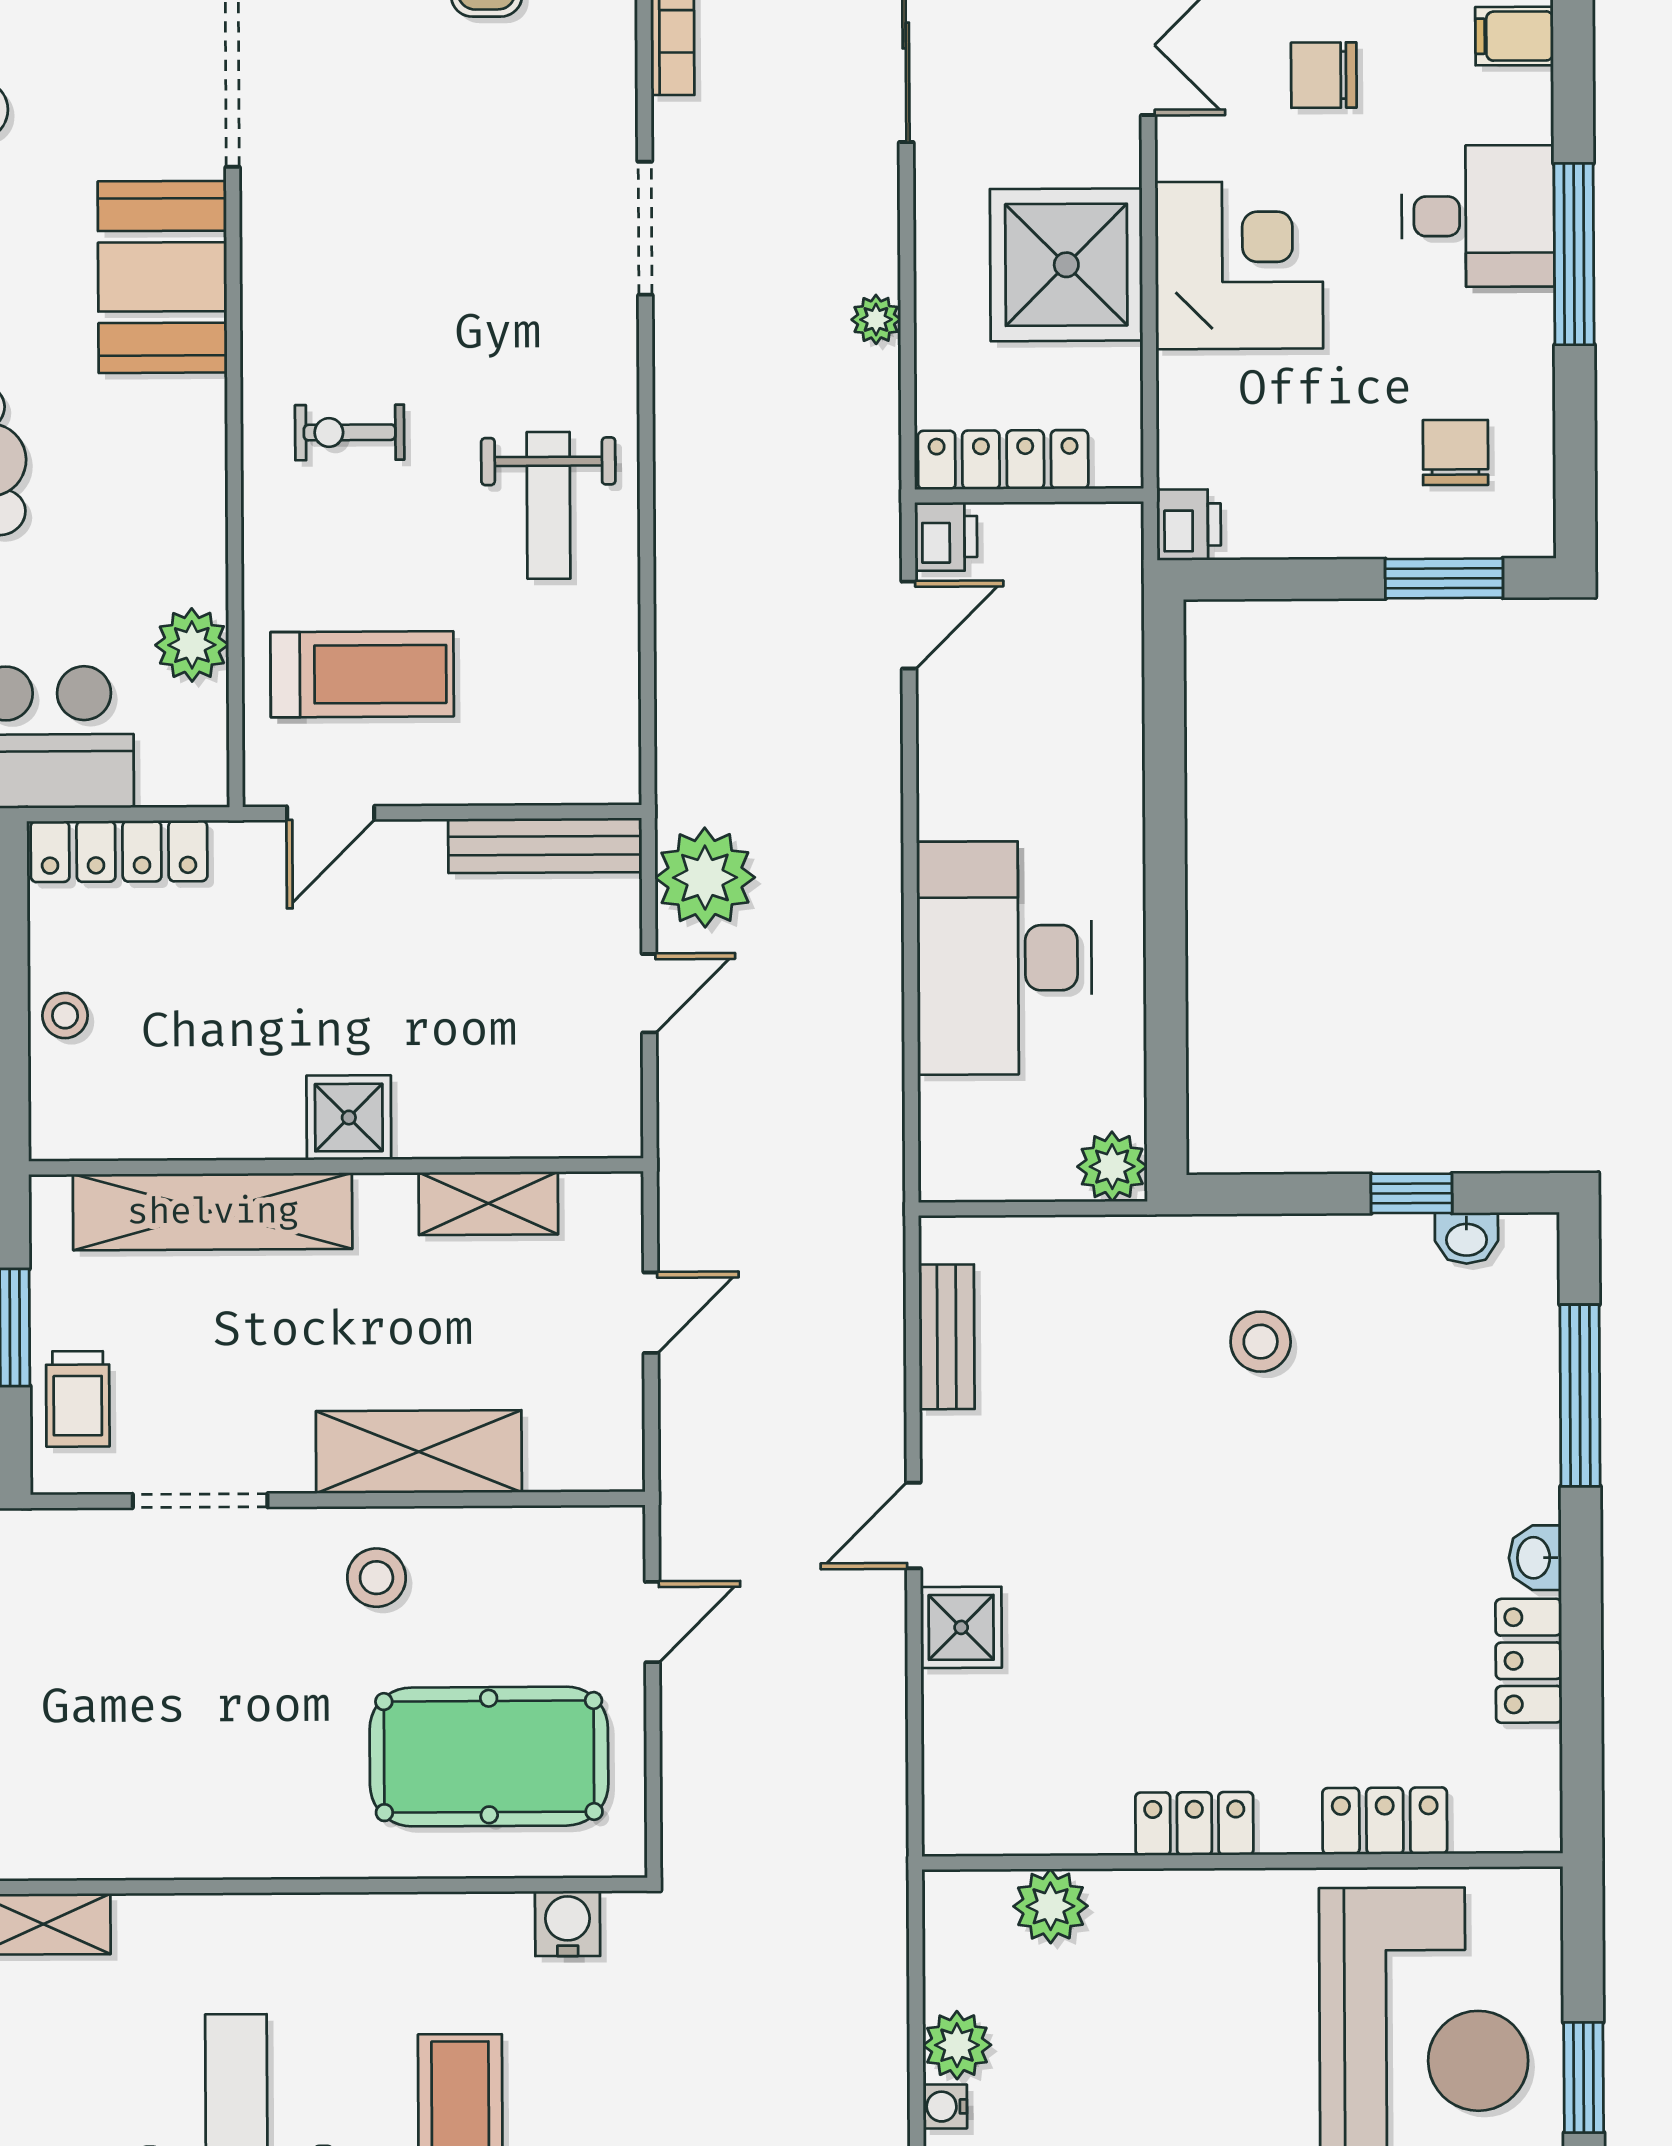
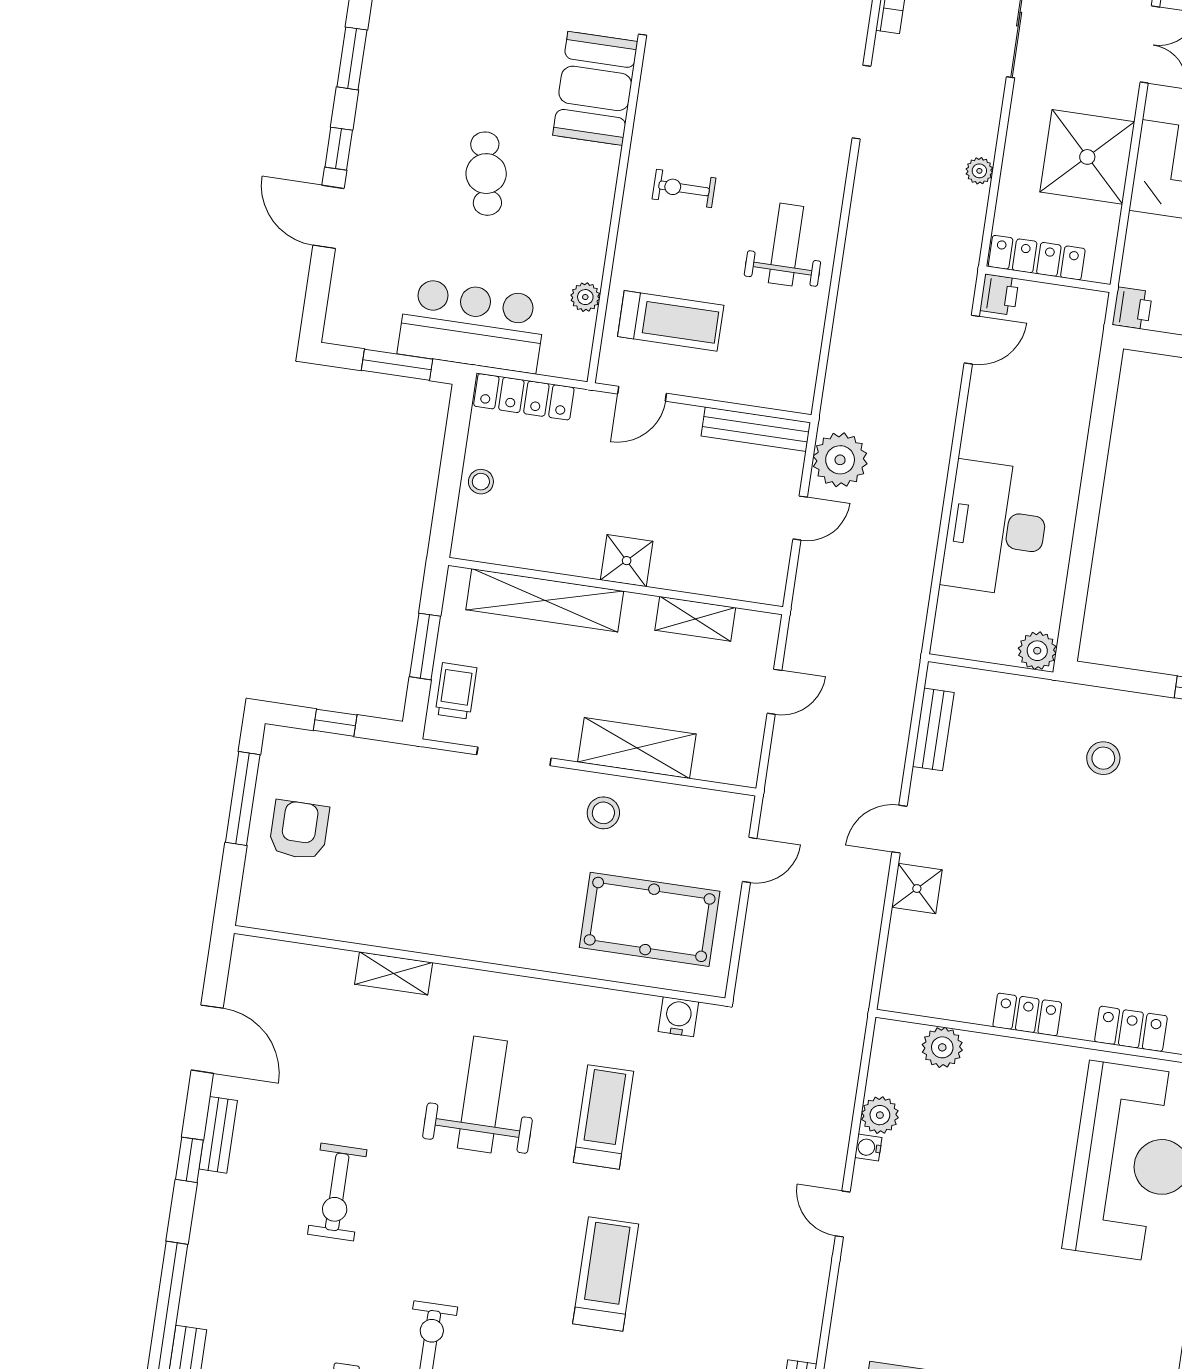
weight bench: (549, 505) -> (786, 245), turned 180
plant: (192, 645) -> (585, 297), width x0.73, depth x0.73
trolley: (78, 1399) -> (456, 691), turned 180

